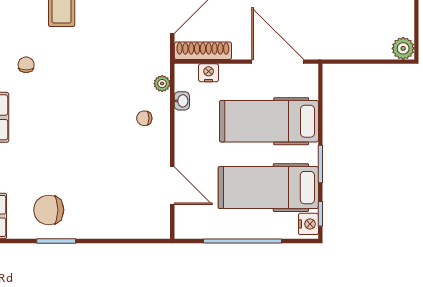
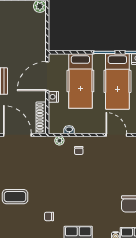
nightstand: (209, 73) -> (53, 97), moved
door: (172, 186) -> (116, 135), hinge flipped

